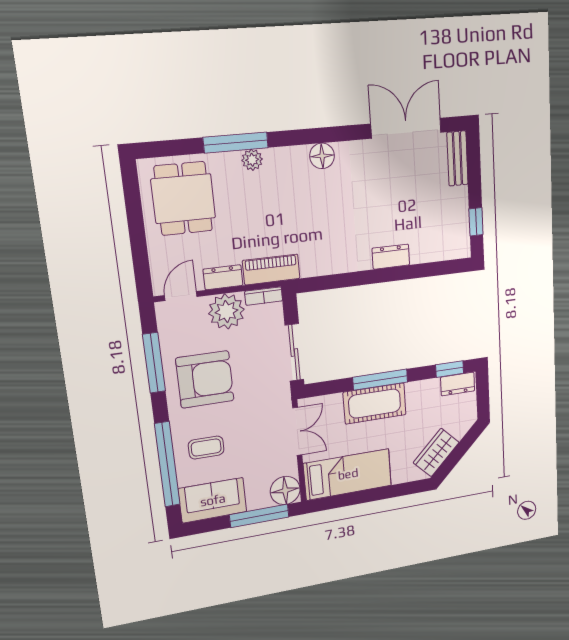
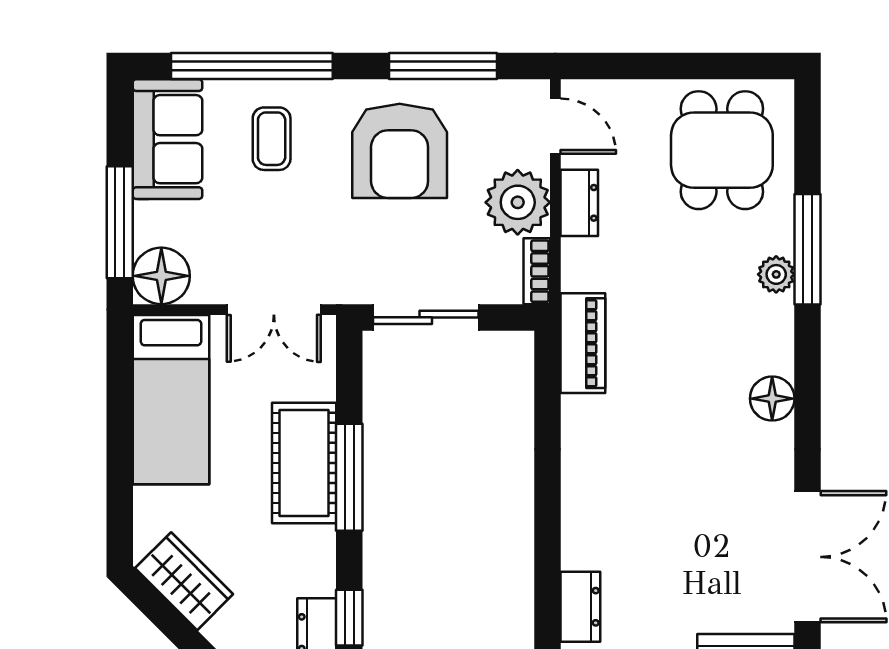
dining table: (183, 199) -> (722, 150), turned 90
dresser: (391, 257) -> (580, 607), moved
piano: (271, 269) -> (583, 343), moved

